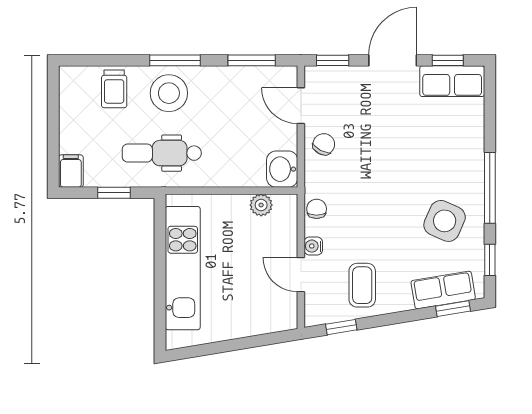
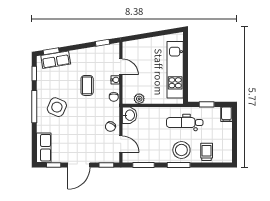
row of seats: (452, 81) -> (44, 148), moved, turned 90
dental chair: (162, 153) -> (185, 123), turned 180
side table: (445, 221) -> (57, 107), moved
coffee table: (362, 285) -> (87, 85), moved

